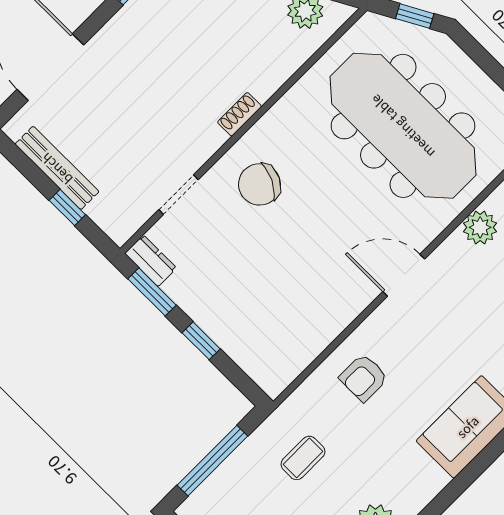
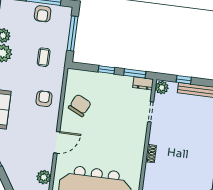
chair: (259, 184) -> (80, 105), moved
plant: (121, 225) -> (162, 88), added

